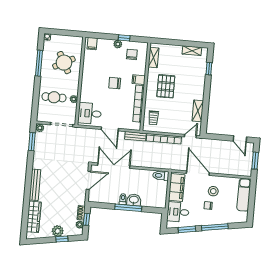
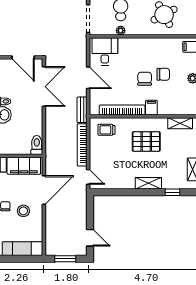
chair: (132, 54) -> (163, 74), moved
shelving: (198, 111) -> (148, 183), moved
door: (110, 129) -> (88, 78), swing flipped
door: (240, 139) -> (90, 238), swing flipped

